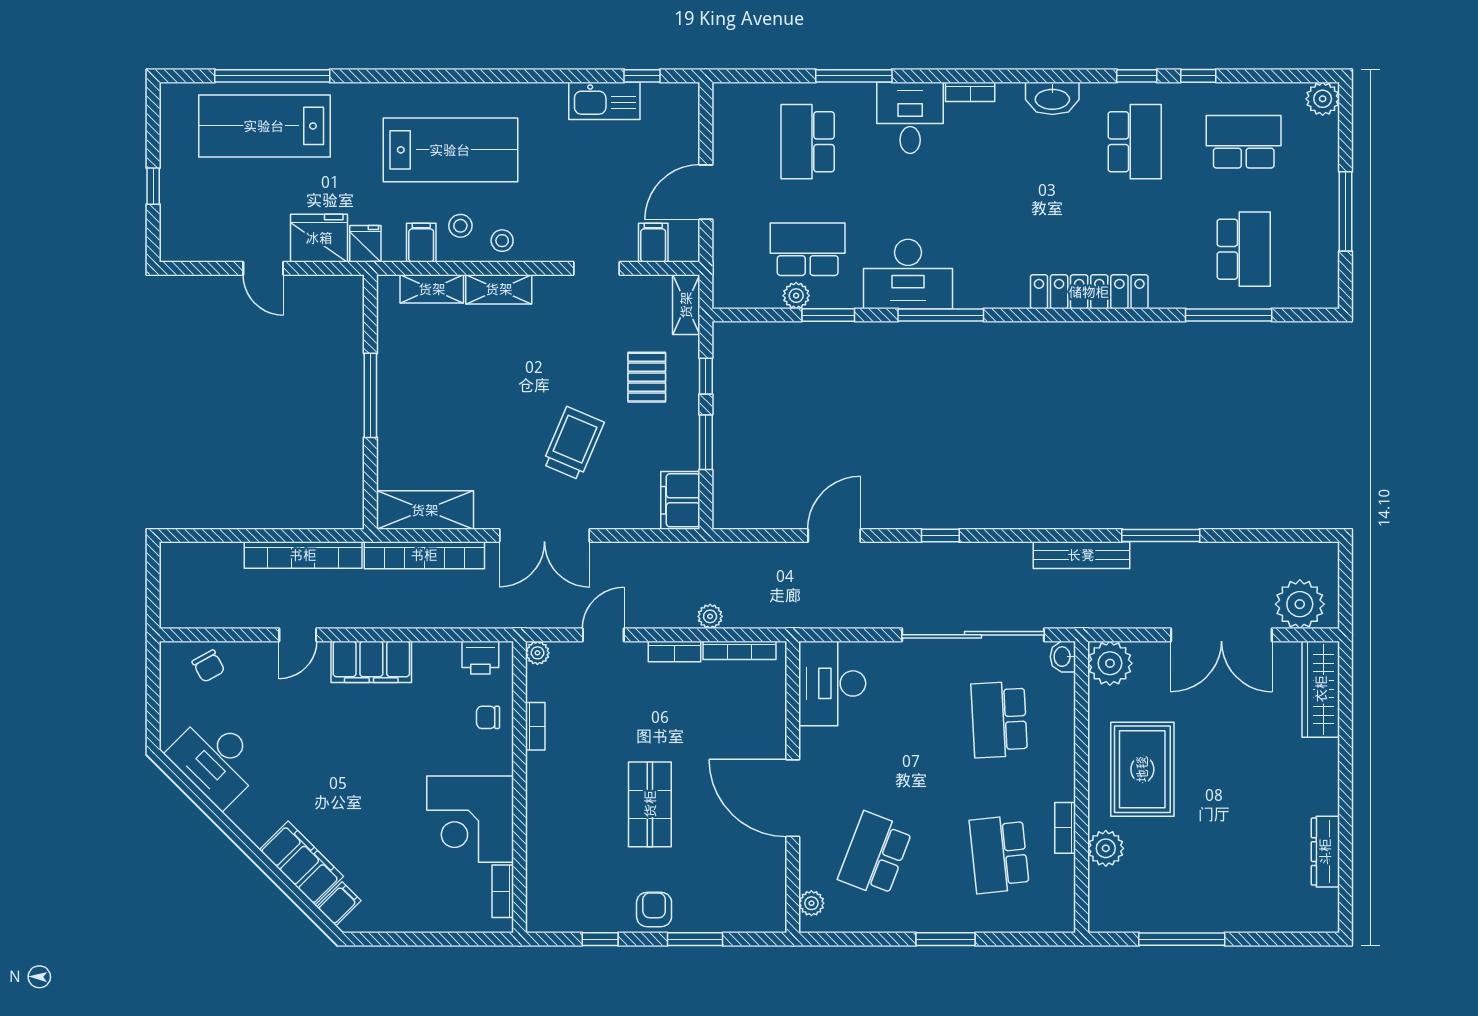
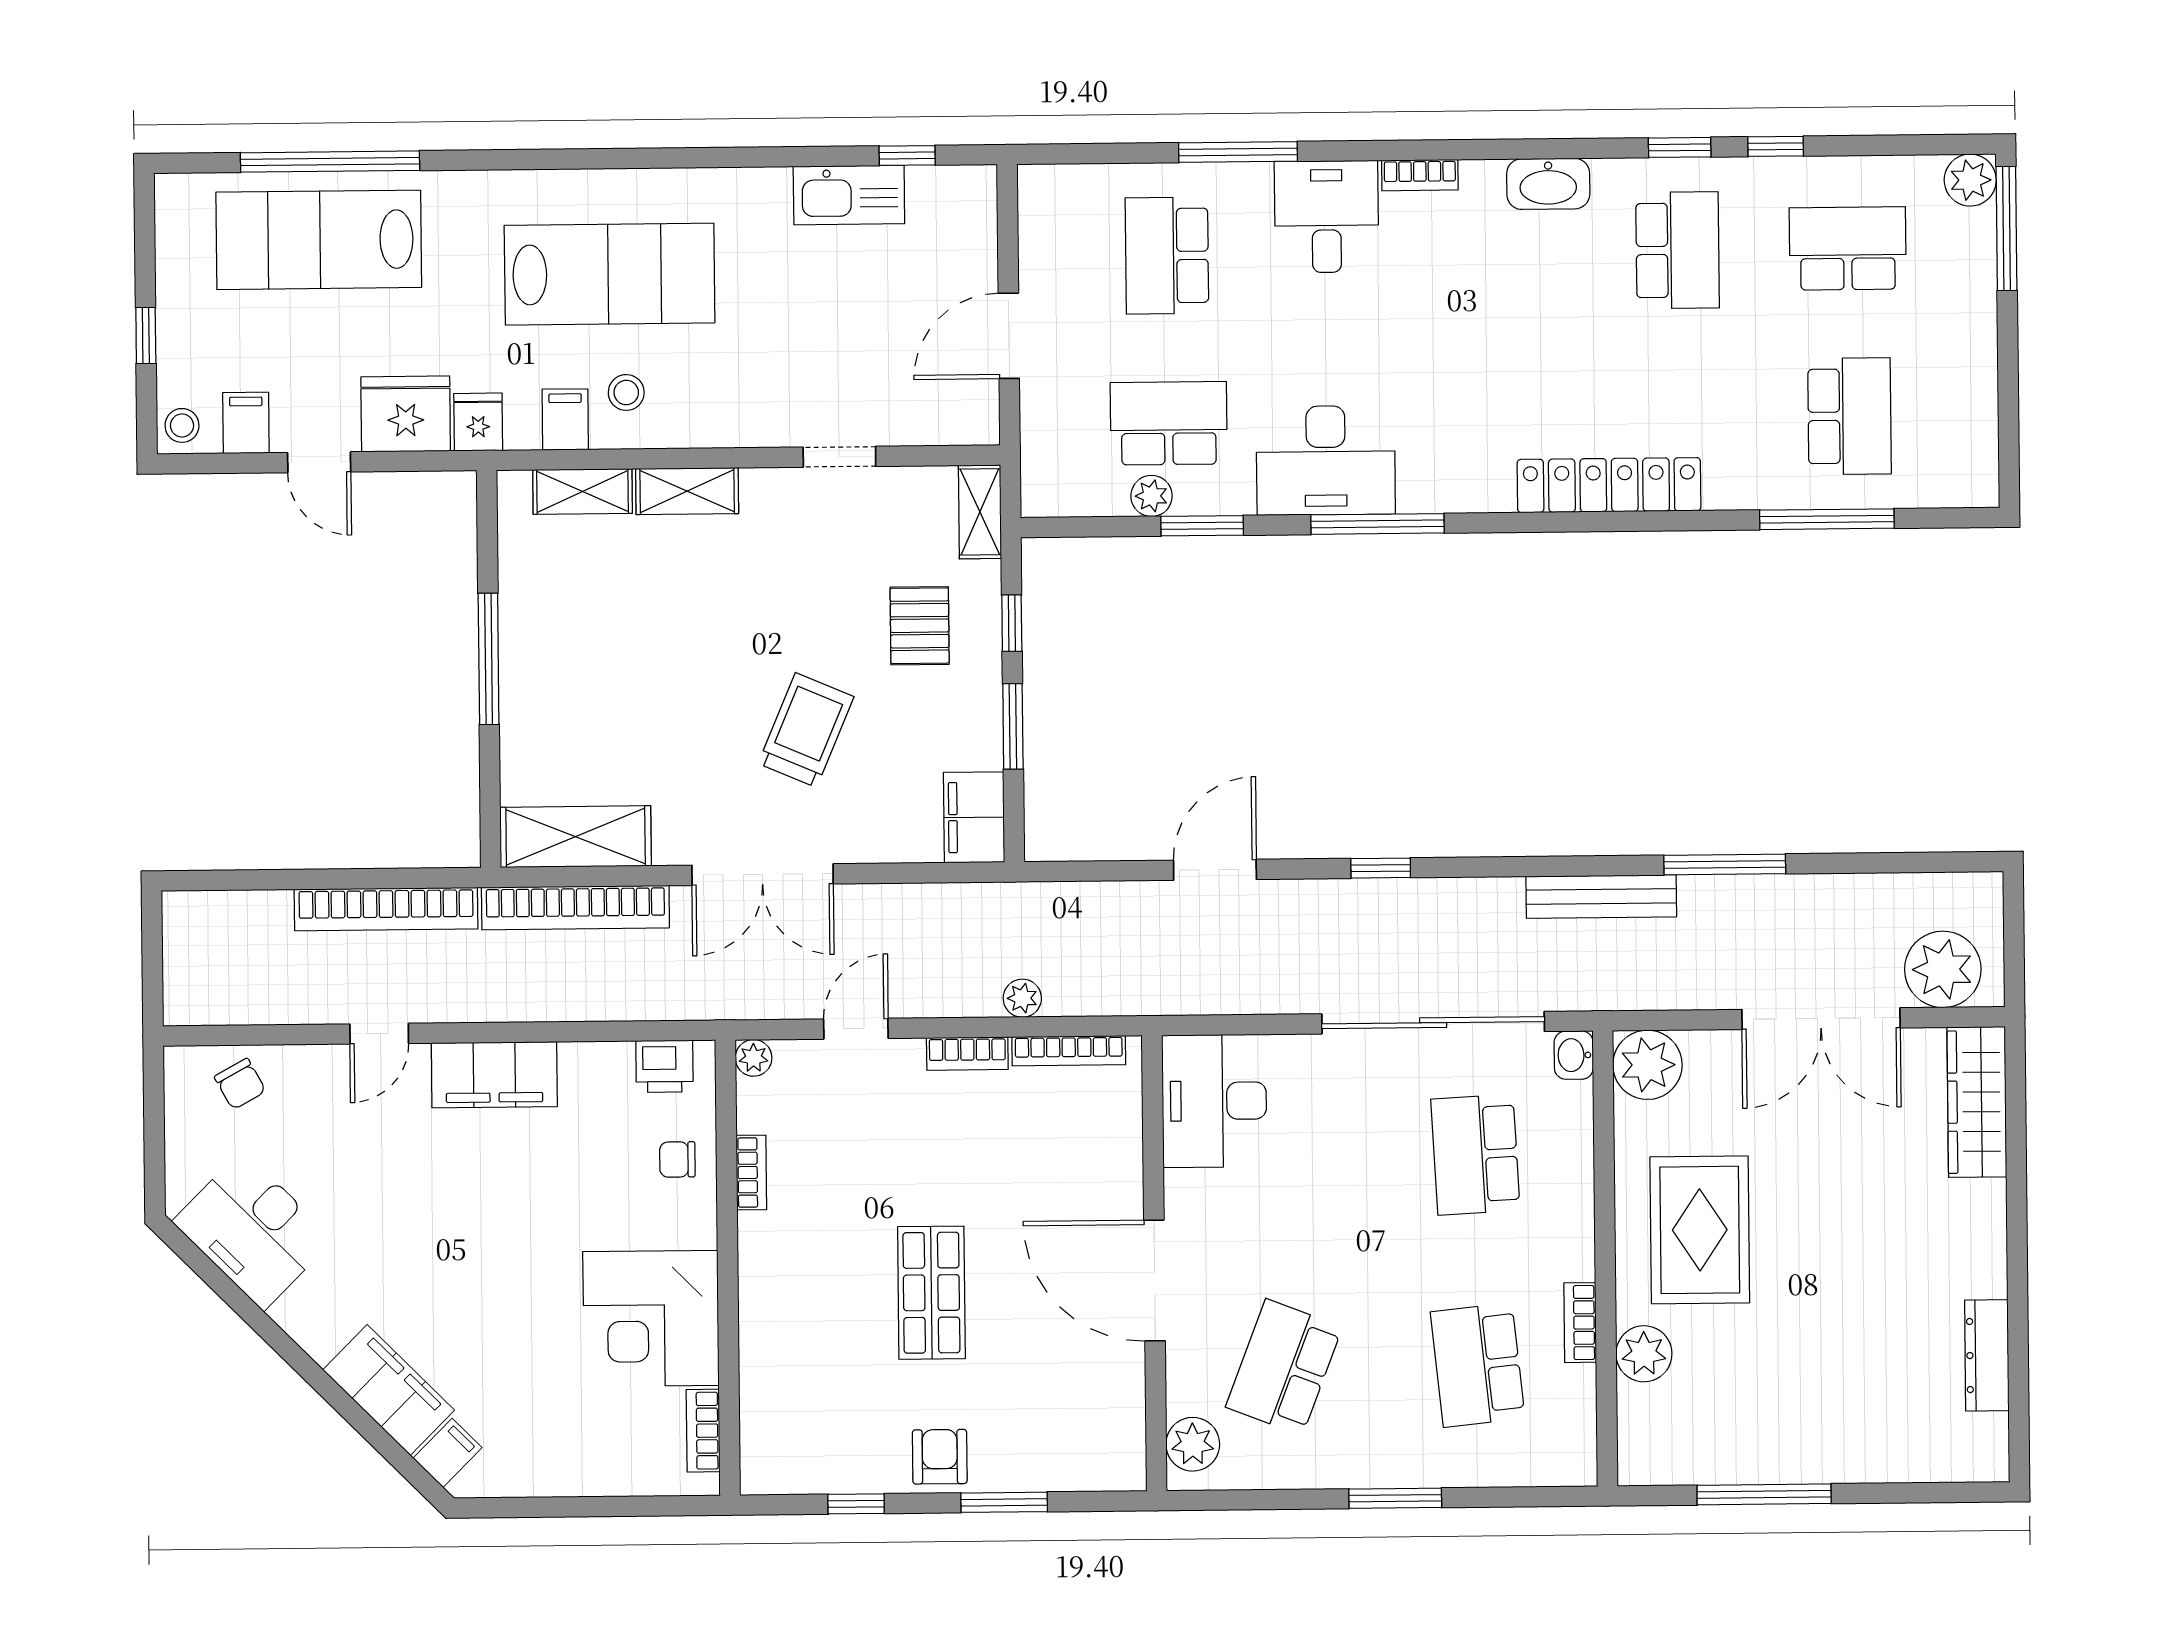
window: (1346, 211) -> (2006, 228), moved
stool: (502, 241) -> (182, 425), moved
filing cabinet: (653, 243) -> (246, 423), moved
plant: (811, 903) -> (1193, 1444), width x1.38, depth x1.38

